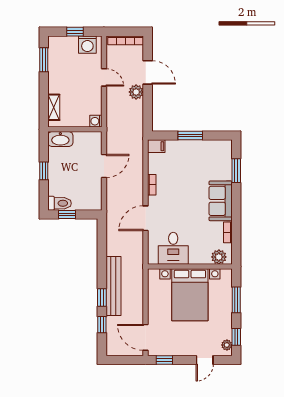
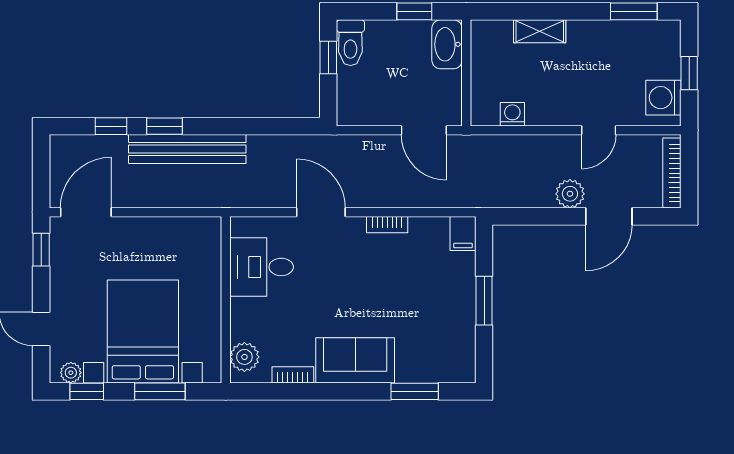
wall: (75, 129) -> (466, 73), moved
washbasin: (60, 139) -> (447, 44), moved
bed with nightstands: (190, 295) -> (143, 332), moved, turned 90

